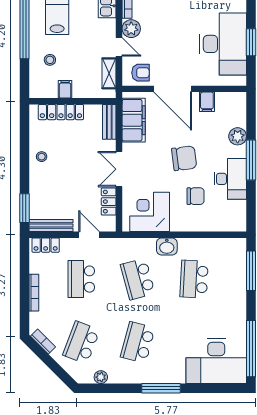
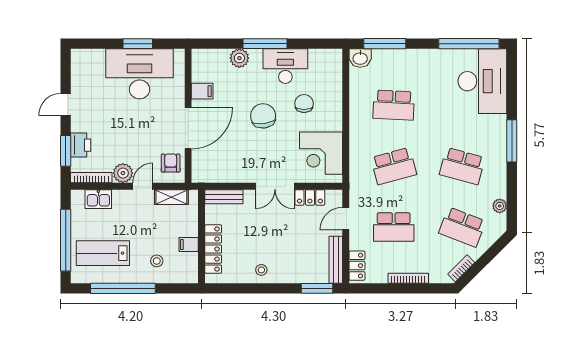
filing cabinet: (134, 120) -> (222, 170), removed
washbasin: (167, 246) -> (360, 58), moved, turned 90

